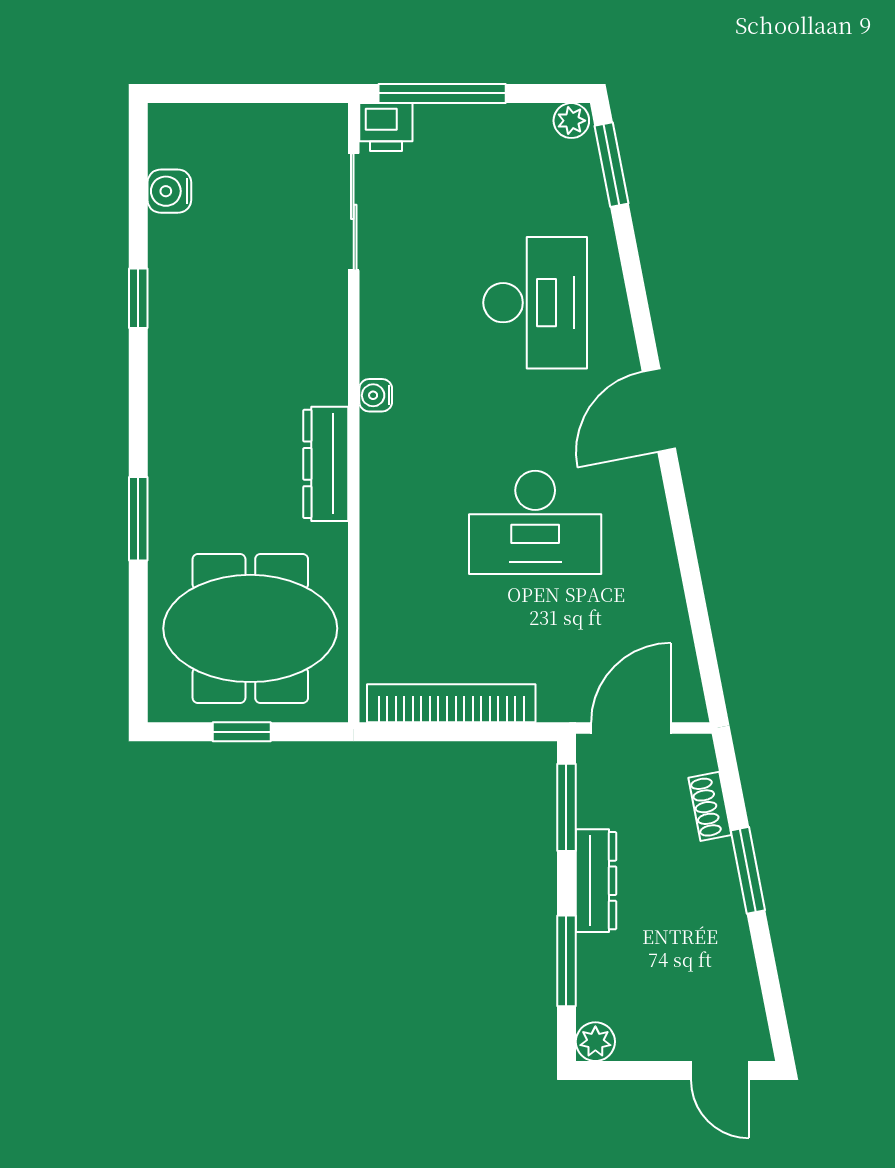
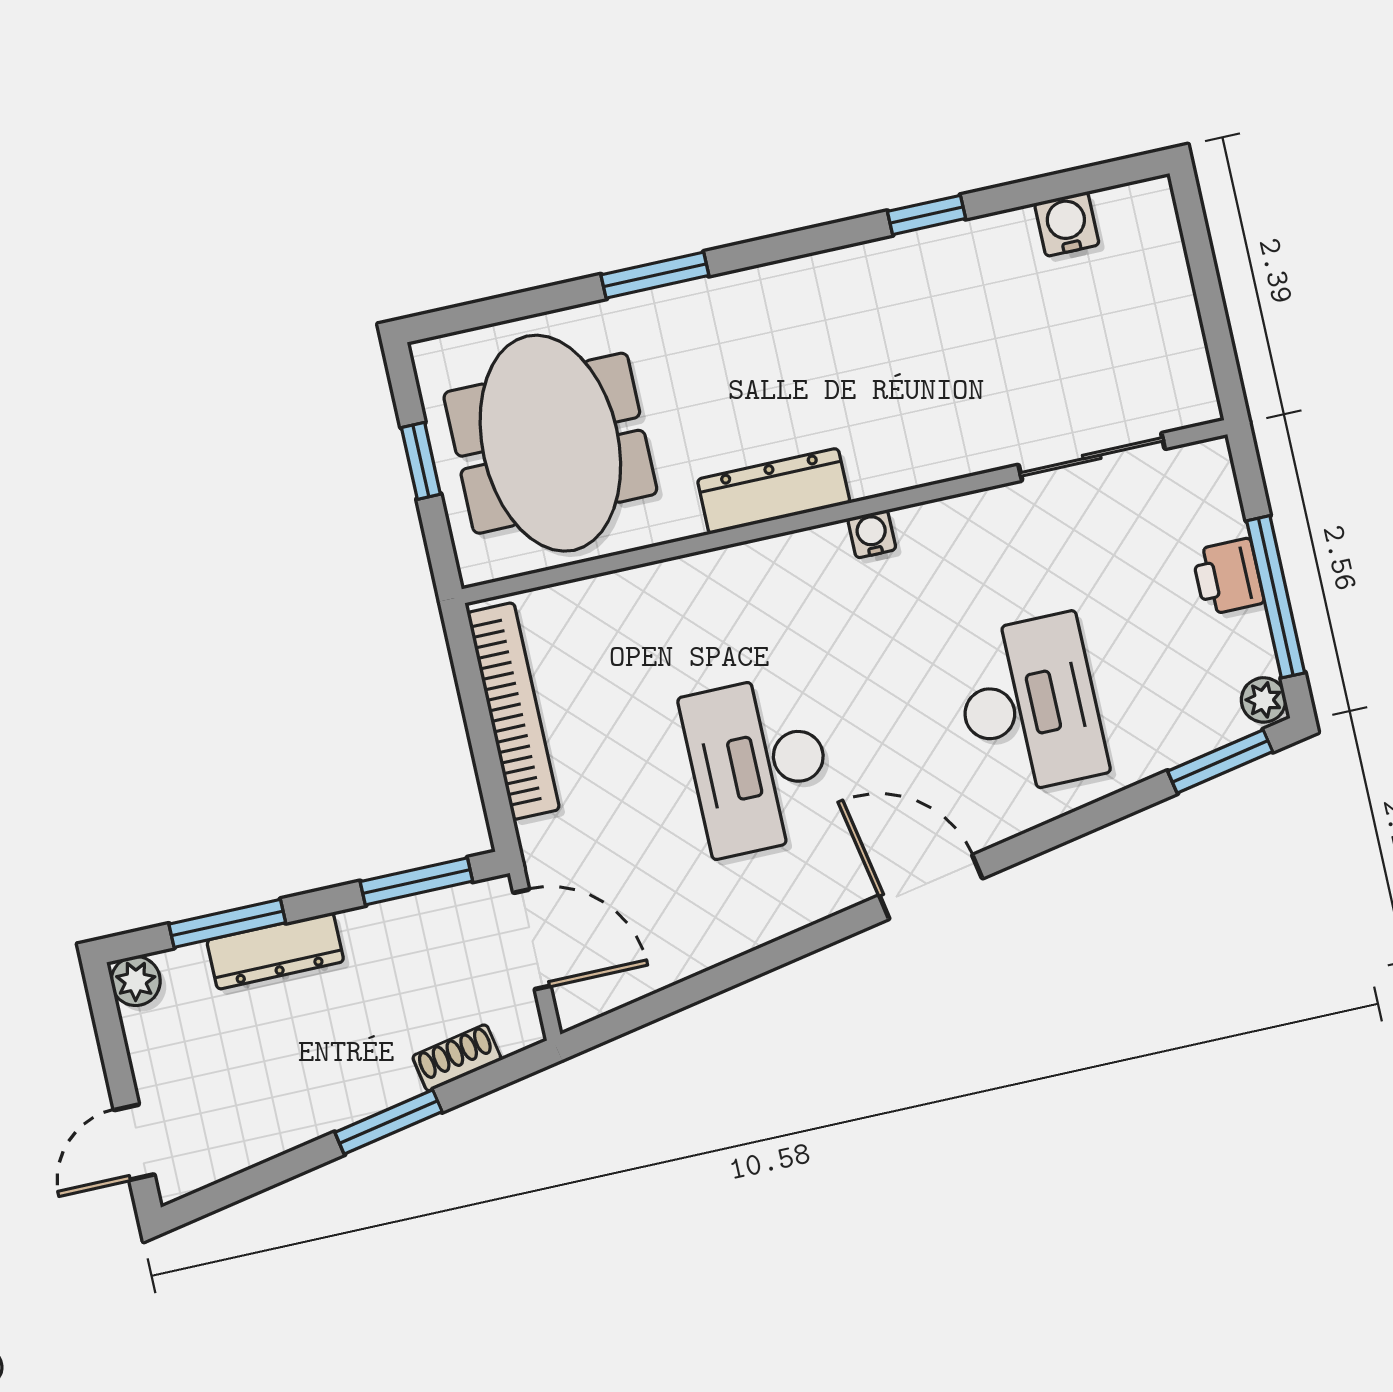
window: (442, 93) -> (1276, 597), moved
printer: (386, 127) -> (1228, 577), moved
desk: (535, 303) -> (1029, 705), turned -90
dresser: (596, 881) -> (275, 951), moved

